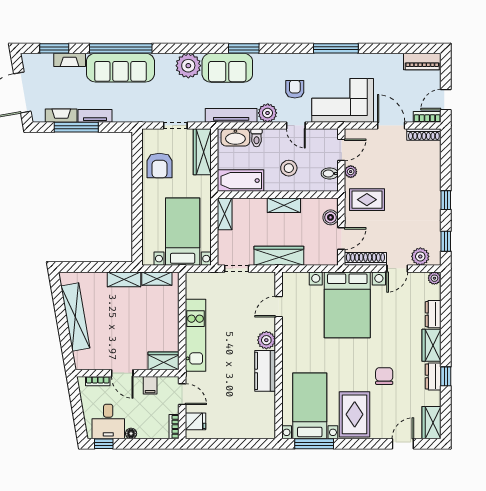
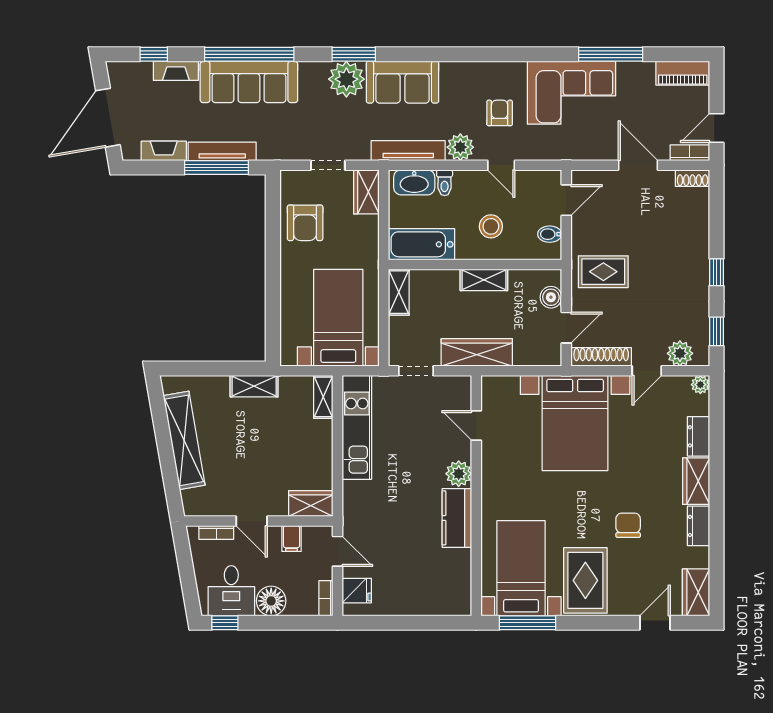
window: (54, 48) -> (154, 54), width x0.67
window: (244, 48) -> (354, 54), moved
window: (336, 48) -> (611, 54), moved
corner sofa: (343, 100) -> (571, 93), moved, turned 180
tv unit: (95, 116) -> (222, 151), width x1.41
window: (76, 127) -> (216, 167), moved
shoe rack: (424, 135) -> (693, 178), width x0.70
wardrobe: (202, 152) -> (366, 192), width x0.67
plant: (351, 172) -> (580, 231), removed
shelving: (157, 279) -> (323, 397), moved, turned 90
door: (279, 307) -> (476, 426), hinge flipped
kitchen unit: (196, 335) -> (357, 427), moved
window: (446, 376) -> (717, 526), removed
floor lamp: (131, 434) -> (271, 601), width x1.89, depth x1.89

